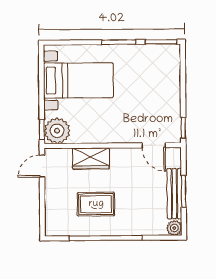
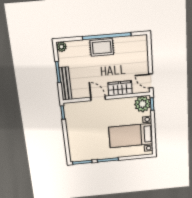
door: (154, 145) -> (98, 98), moved
door: (42, 166) -> (151, 81), swing flipped
bench: (174, 194) -> (65, 84), moved
rug: (96, 204) -> (102, 48), moved

